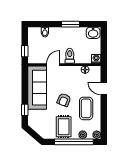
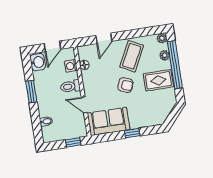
door: (104, 46) -> (52, 46), added
washing machine: (96, 59) -> (71, 66), moved
sofa: (37, 88) -> (109, 121), width x0.73
coffee table: (86, 108) -> (132, 56), turned -63
window: (25, 110) -> (132, 133), moved

